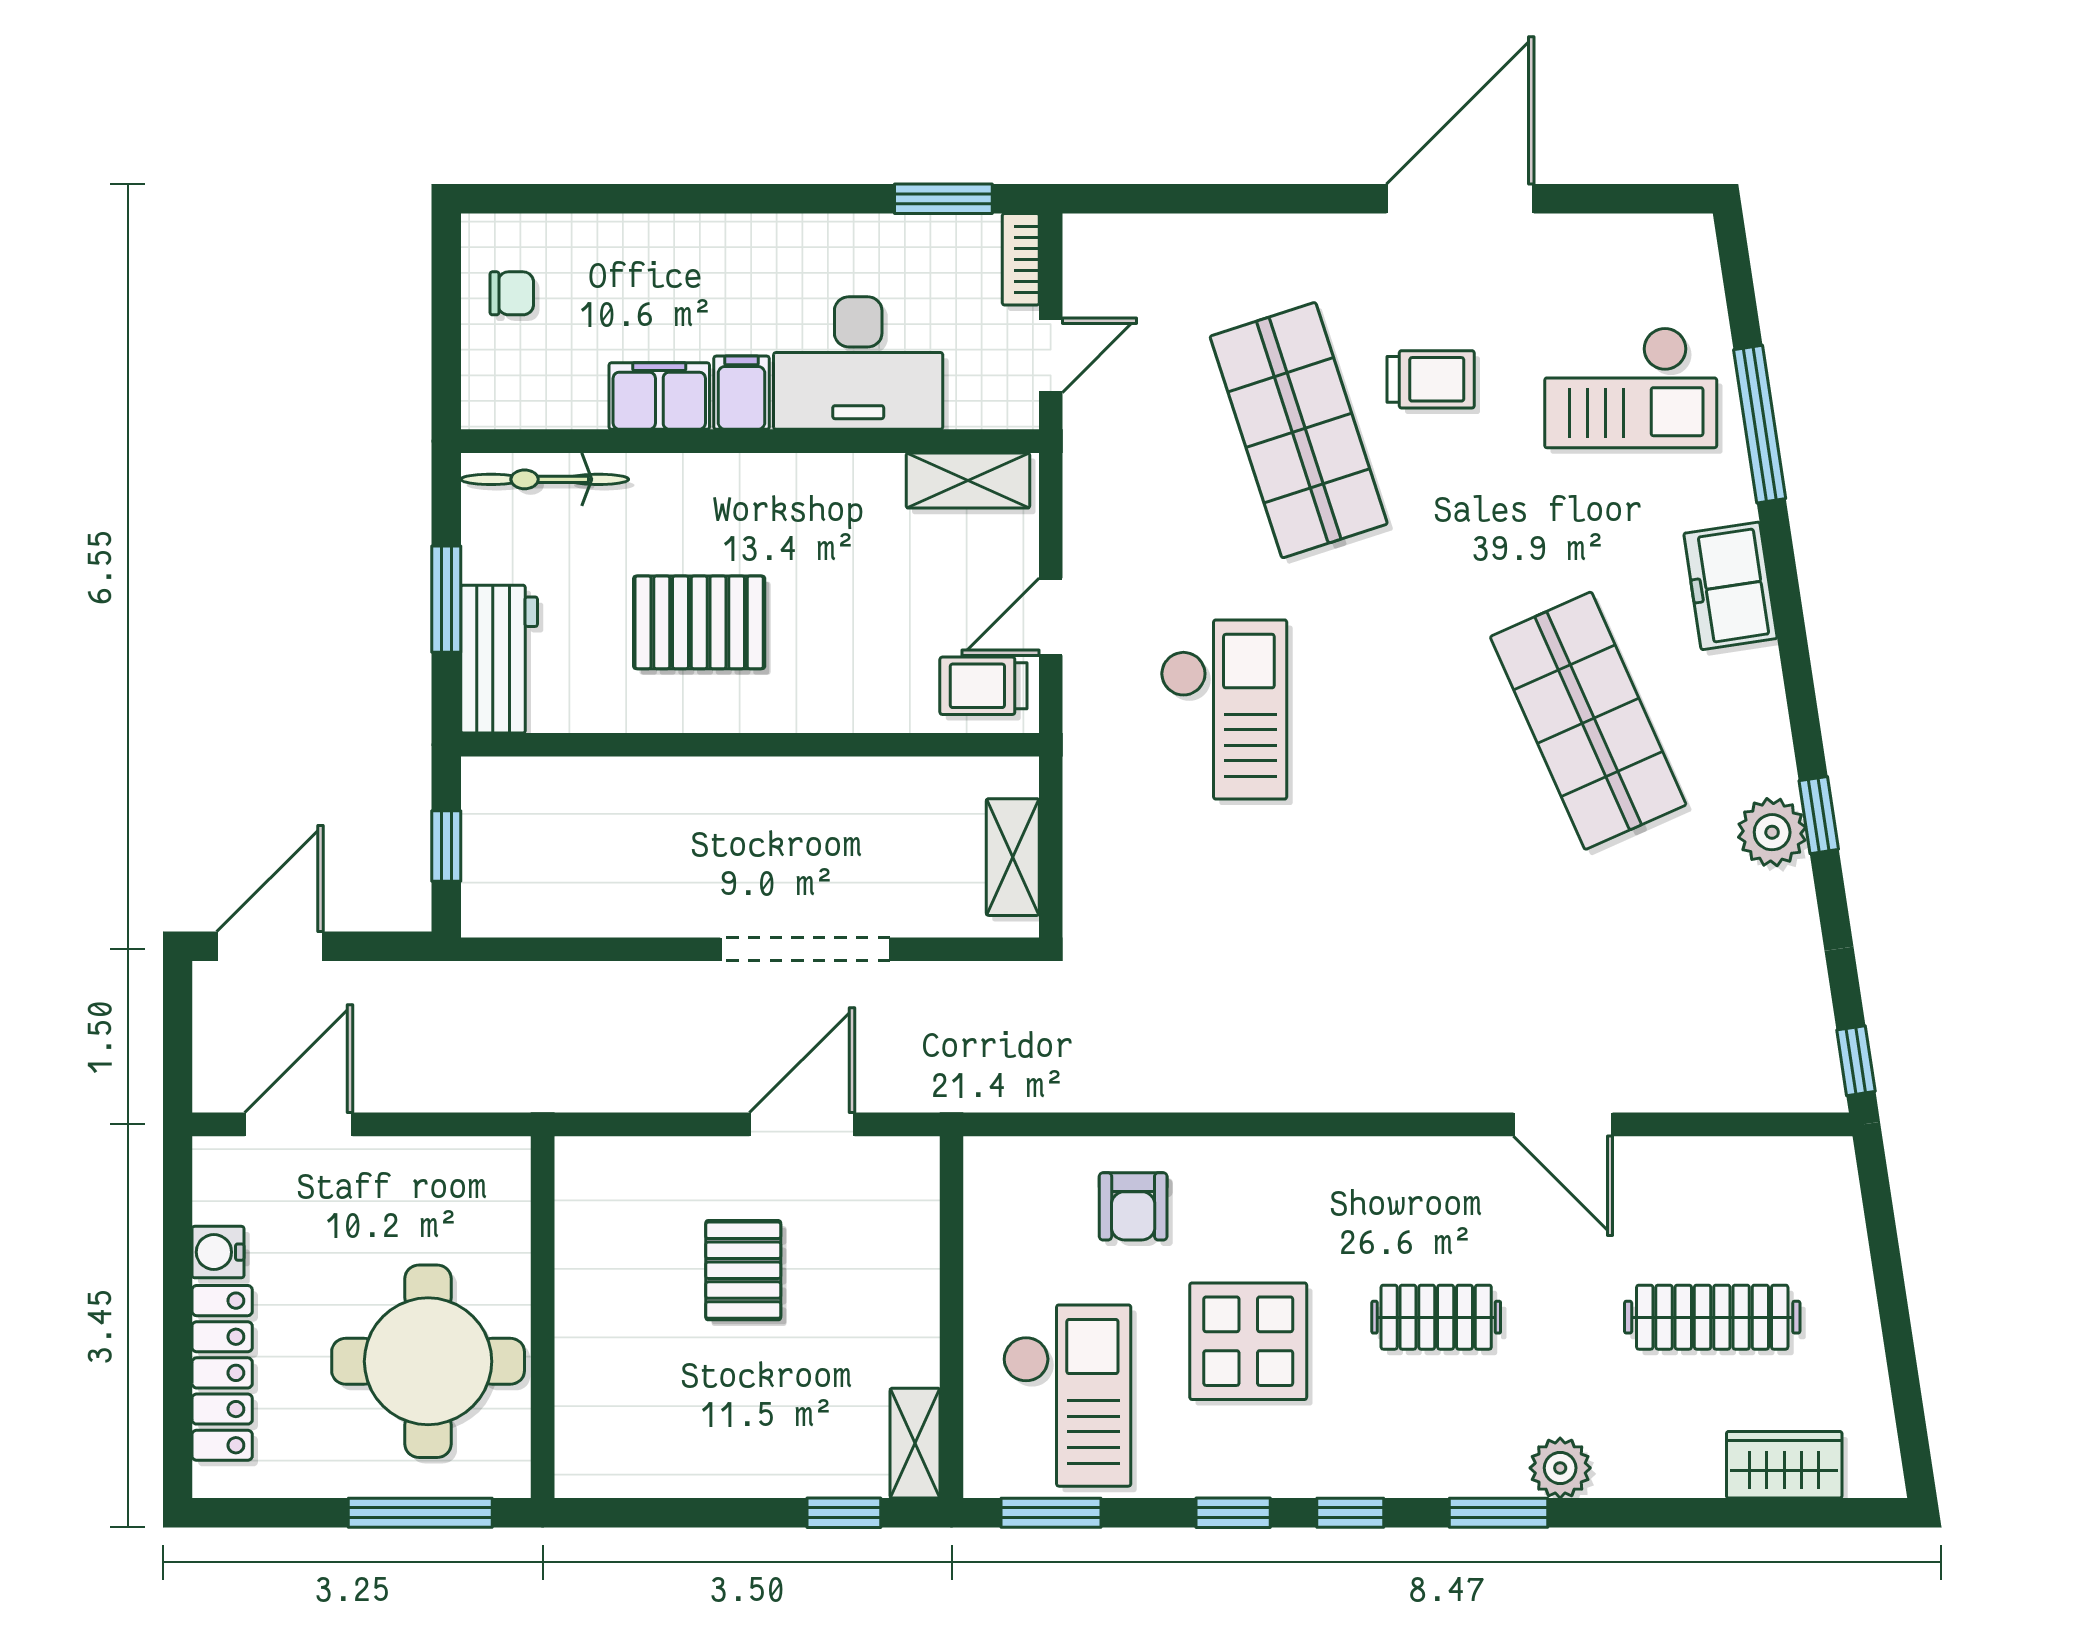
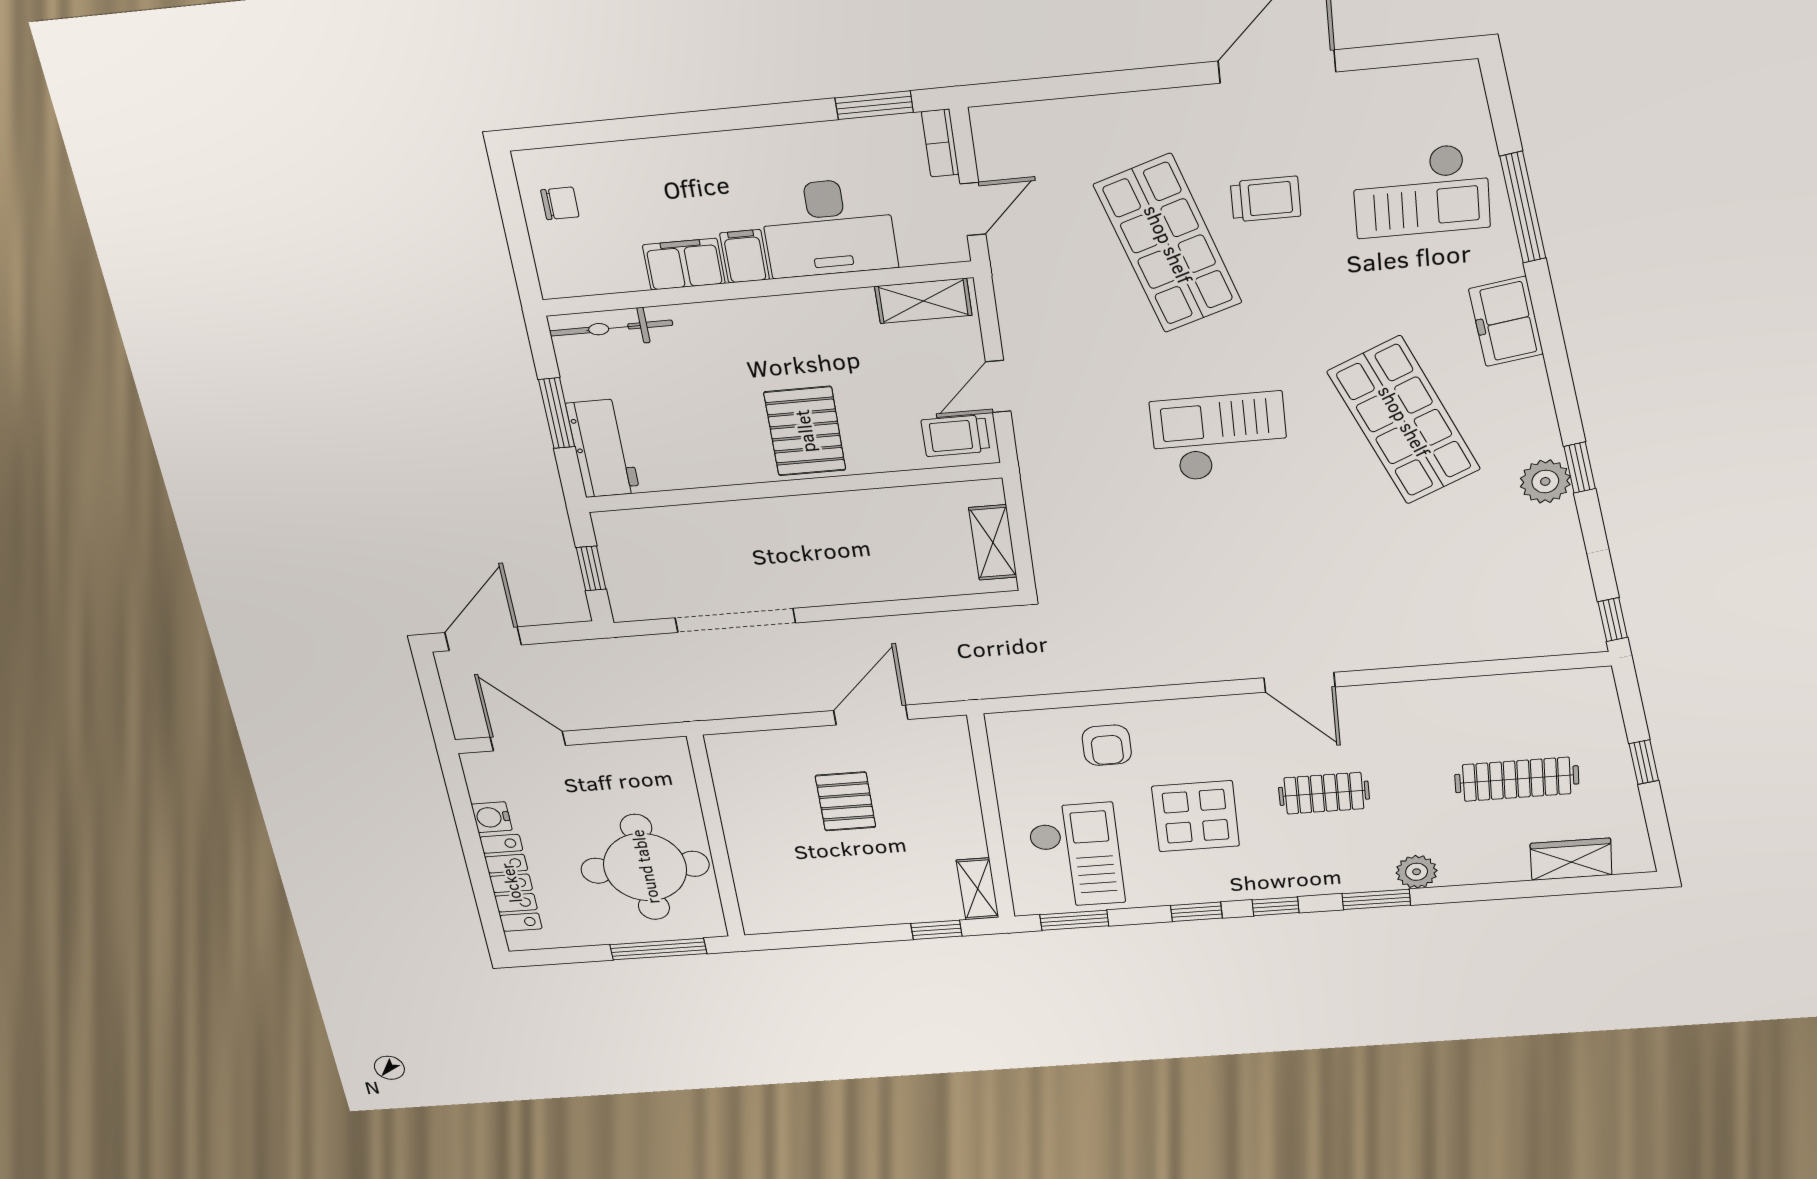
pallet: (699, 622) -> (805, 431), moved, turned 90
checkout: (1224, 710) -> (1220, 437), moved, turned -90
doorway: (805, 949) -> (735, 620), moved
door: (299, 1124) -> (528, 741), hinge flipped
door: (1563, 1124) -> (1299, 682), moved
window: (1893, 1304) -> (1644, 762), added

